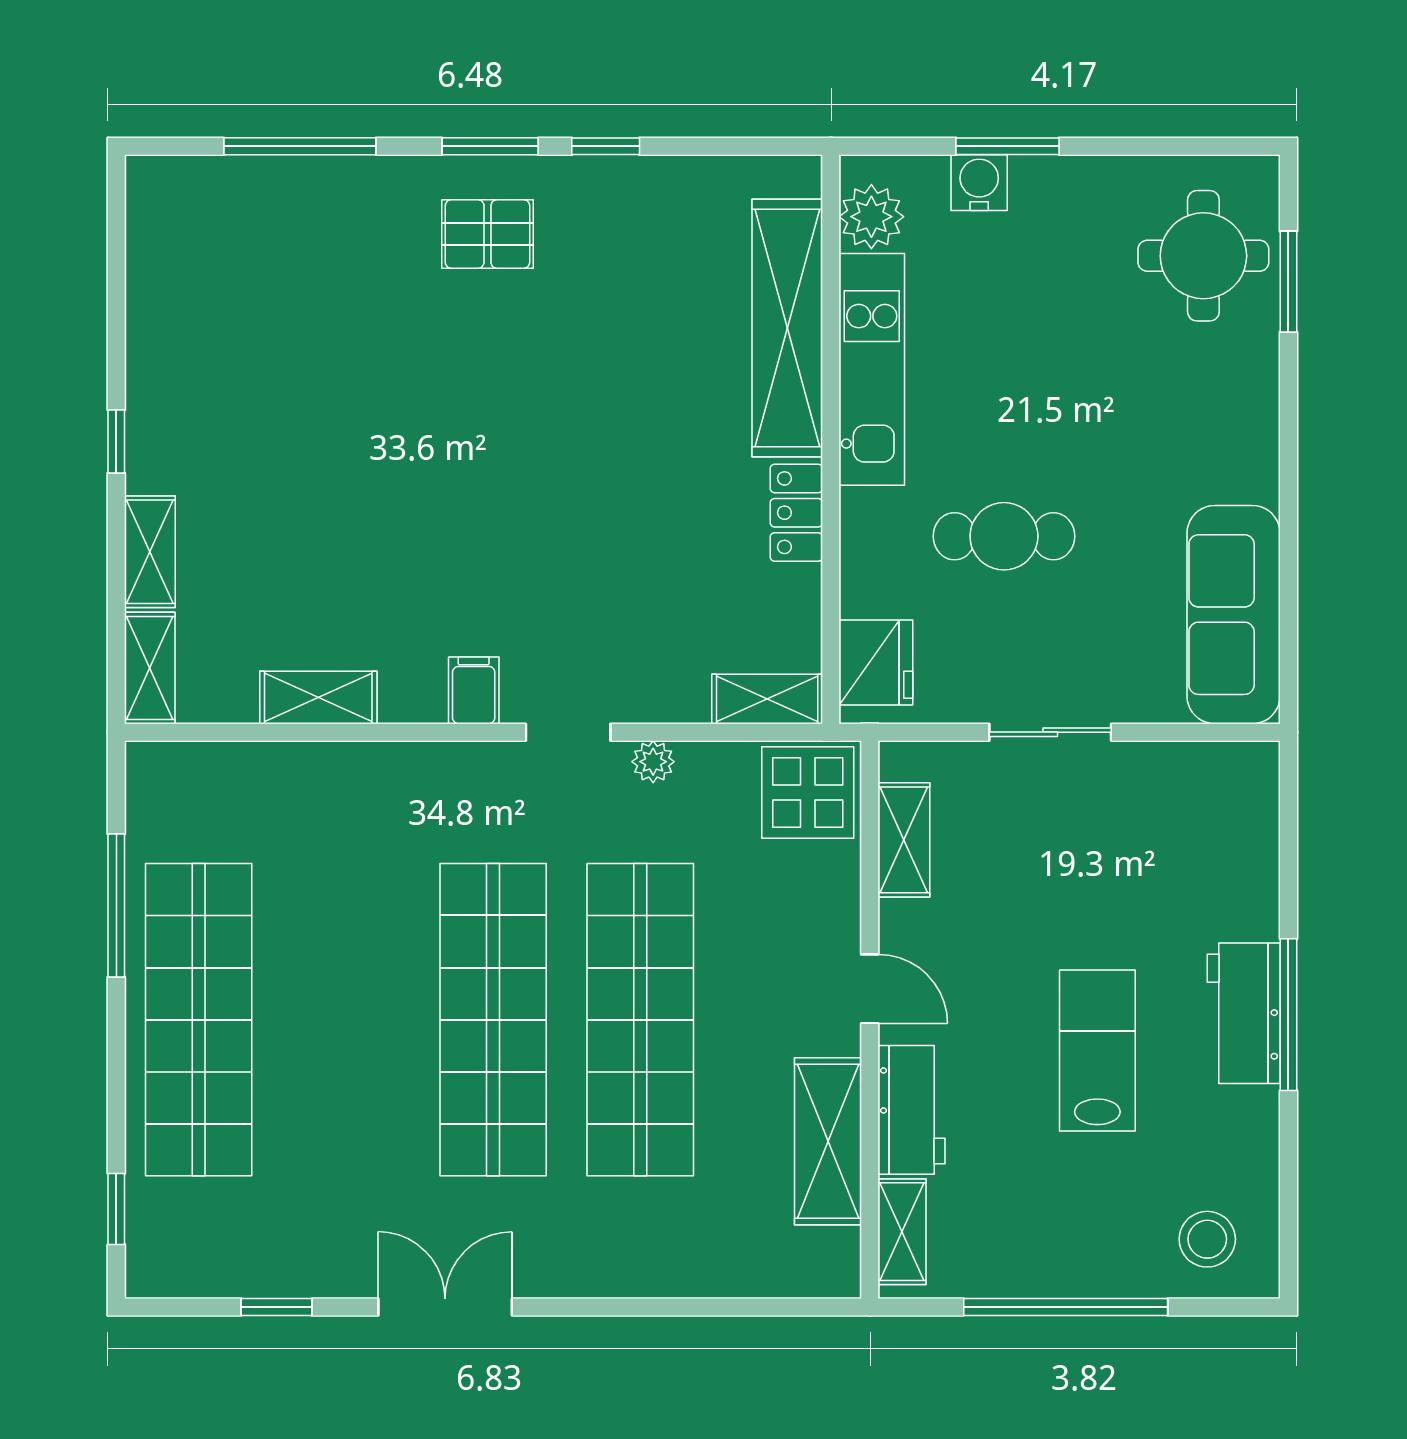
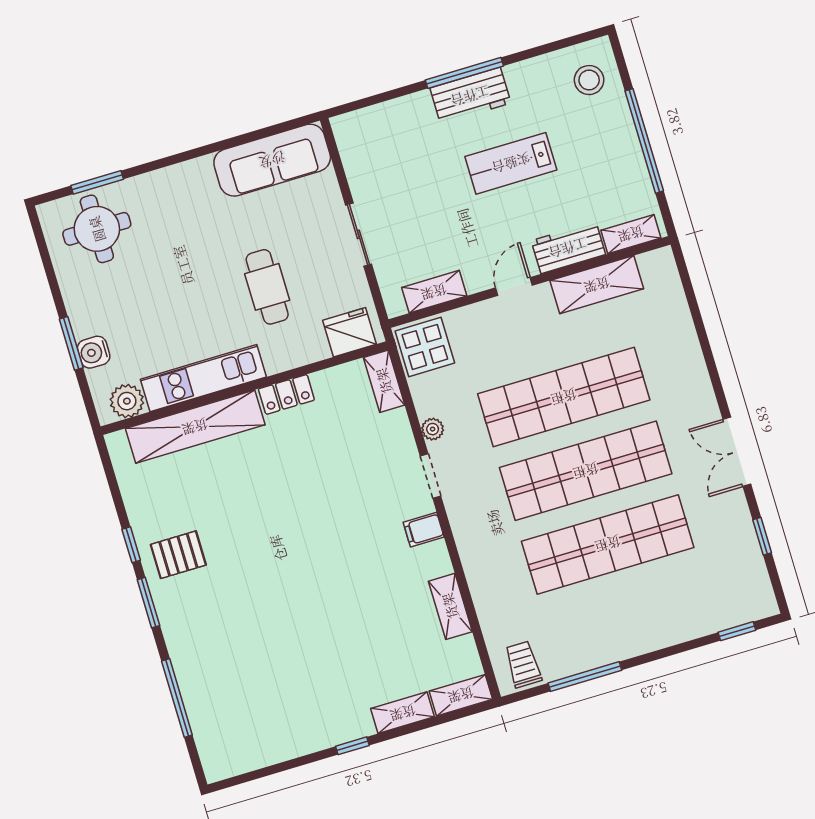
pallet: (487, 234) -> (178, 555), moved, turned 90
trolley: (172, 799) -> (523, 664), added
shop shelf: (199, 1020) -> (608, 544), moved

